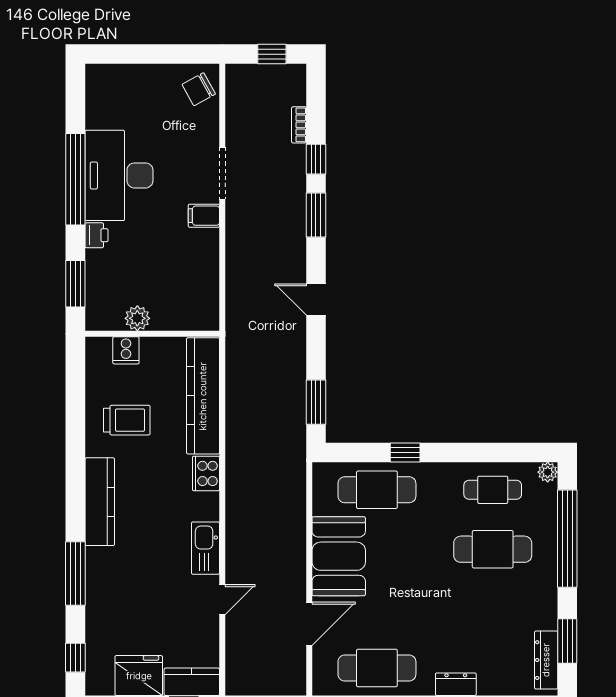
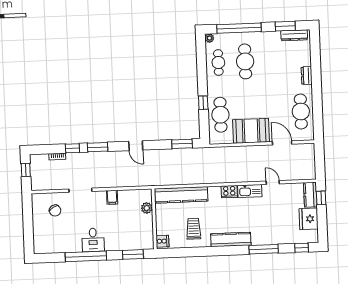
chair: (199, 89) -> (55, 211), moved
desk: (119, 175) -> (93, 240), width x0.53, depth x0.77
filing cabinet: (204, 216) -> (112, 197), moved
printer: (96, 235) -> (111, 246), removed
door: (316, 299) -> (136, 146), hinge flipped
plant: (137, 318) -> (147, 208), moved
cooker: (126, 350) -> (163, 241), moved
cooker: (206, 473) -> (229, 192), moved

